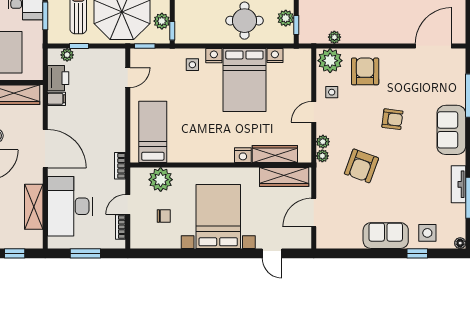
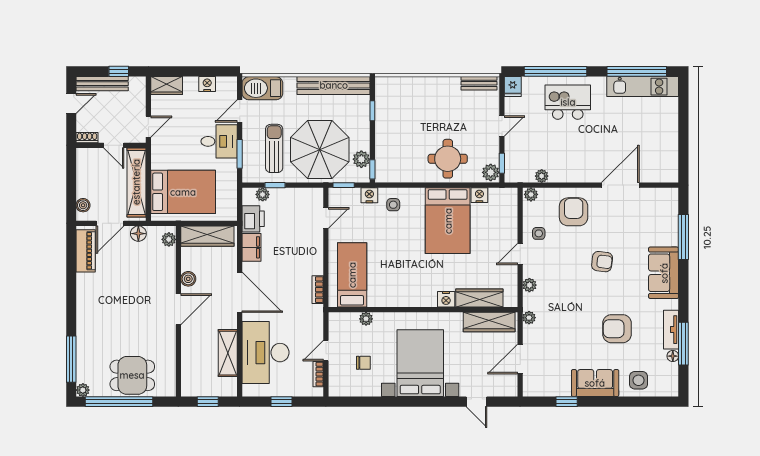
plant: (286, 18) -> (491, 172), moved
door: (433, 46) -> (620, 185), moved
nightstand: (214, 56) -> (369, 195), moved
plant: (330, 61) -> (531, 194), width x0.53, depth x0.53
filing cabinet: (56, 99) -> (251, 247), width x2.00
plant: (322, 156) -> (529, 318), moved
bookcase: (120, 166) -> (318, 290), moved
armchair: (361, 166) -> (617, 329), moved, turned 70
plant: (161, 180) -> (366, 319), width x0.53, depth x0.53
floor lamp: (460, 243) -> (673, 356), moved
window: (85, 253) -> (282, 402), width x0.67
window: (417, 253) -> (567, 402), moved

